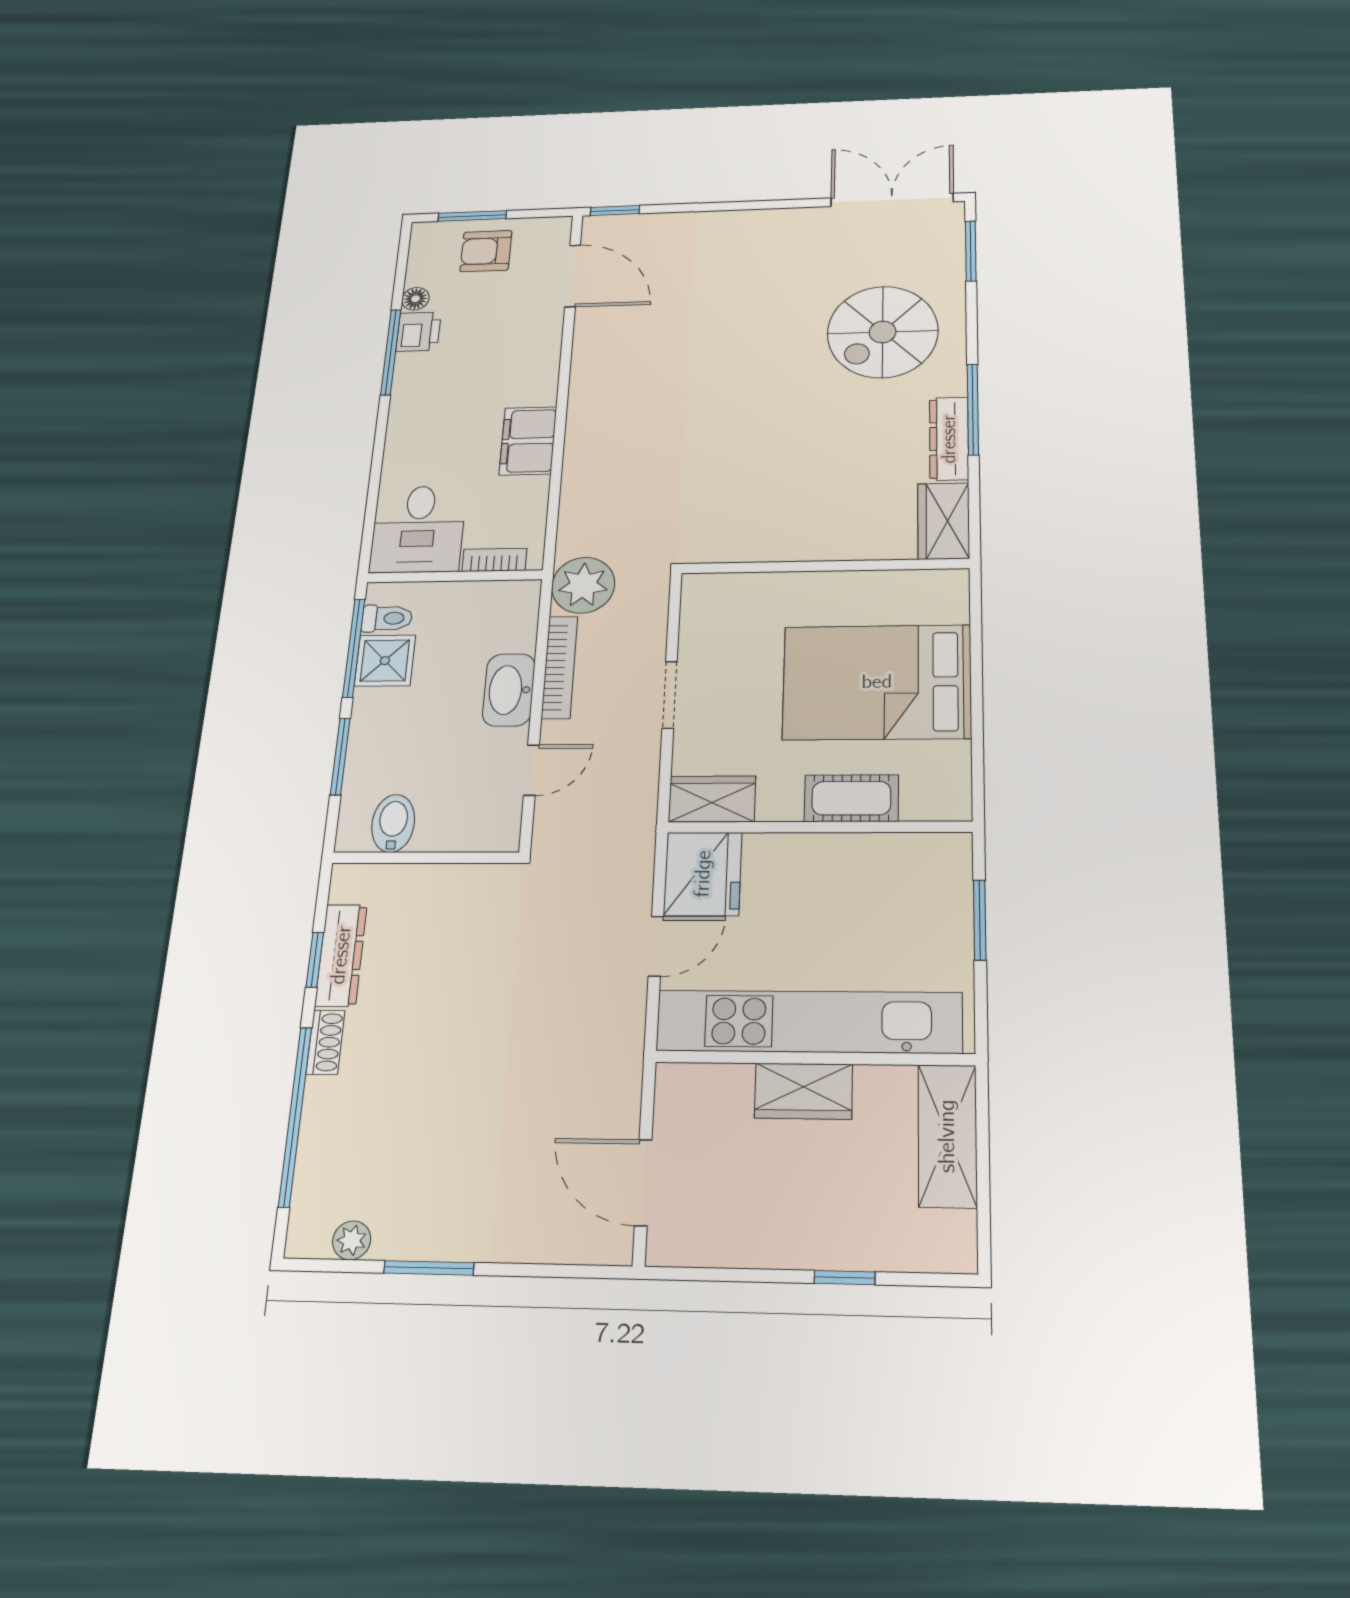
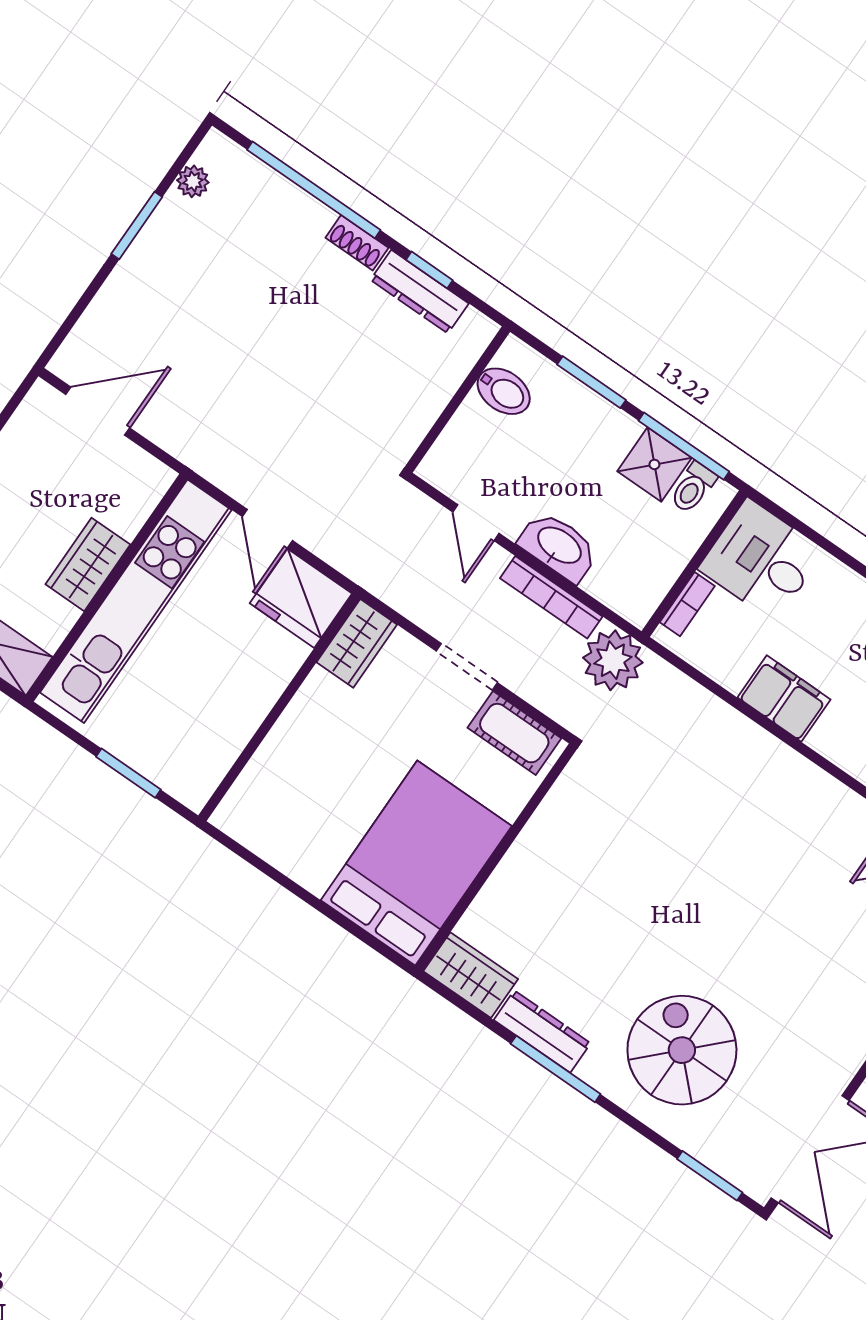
bed: (877, 682) -> (416, 863), moved
cot: (851, 798) -> (514, 733), moved, turned 90

